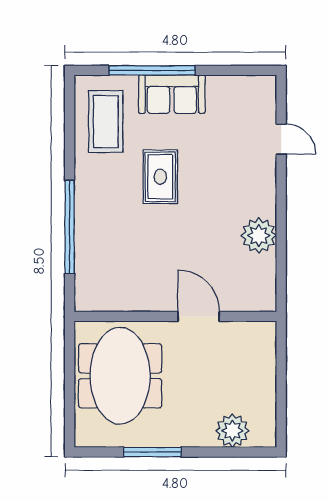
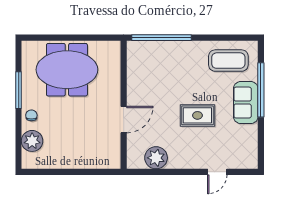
rug: (160, 177) -> (197, 115), moved
wall: (175, 316) -> (124, 105), moved
door: (199, 316) -> (124, 120), moved
chair: (192, 432) -> (31, 115), added

